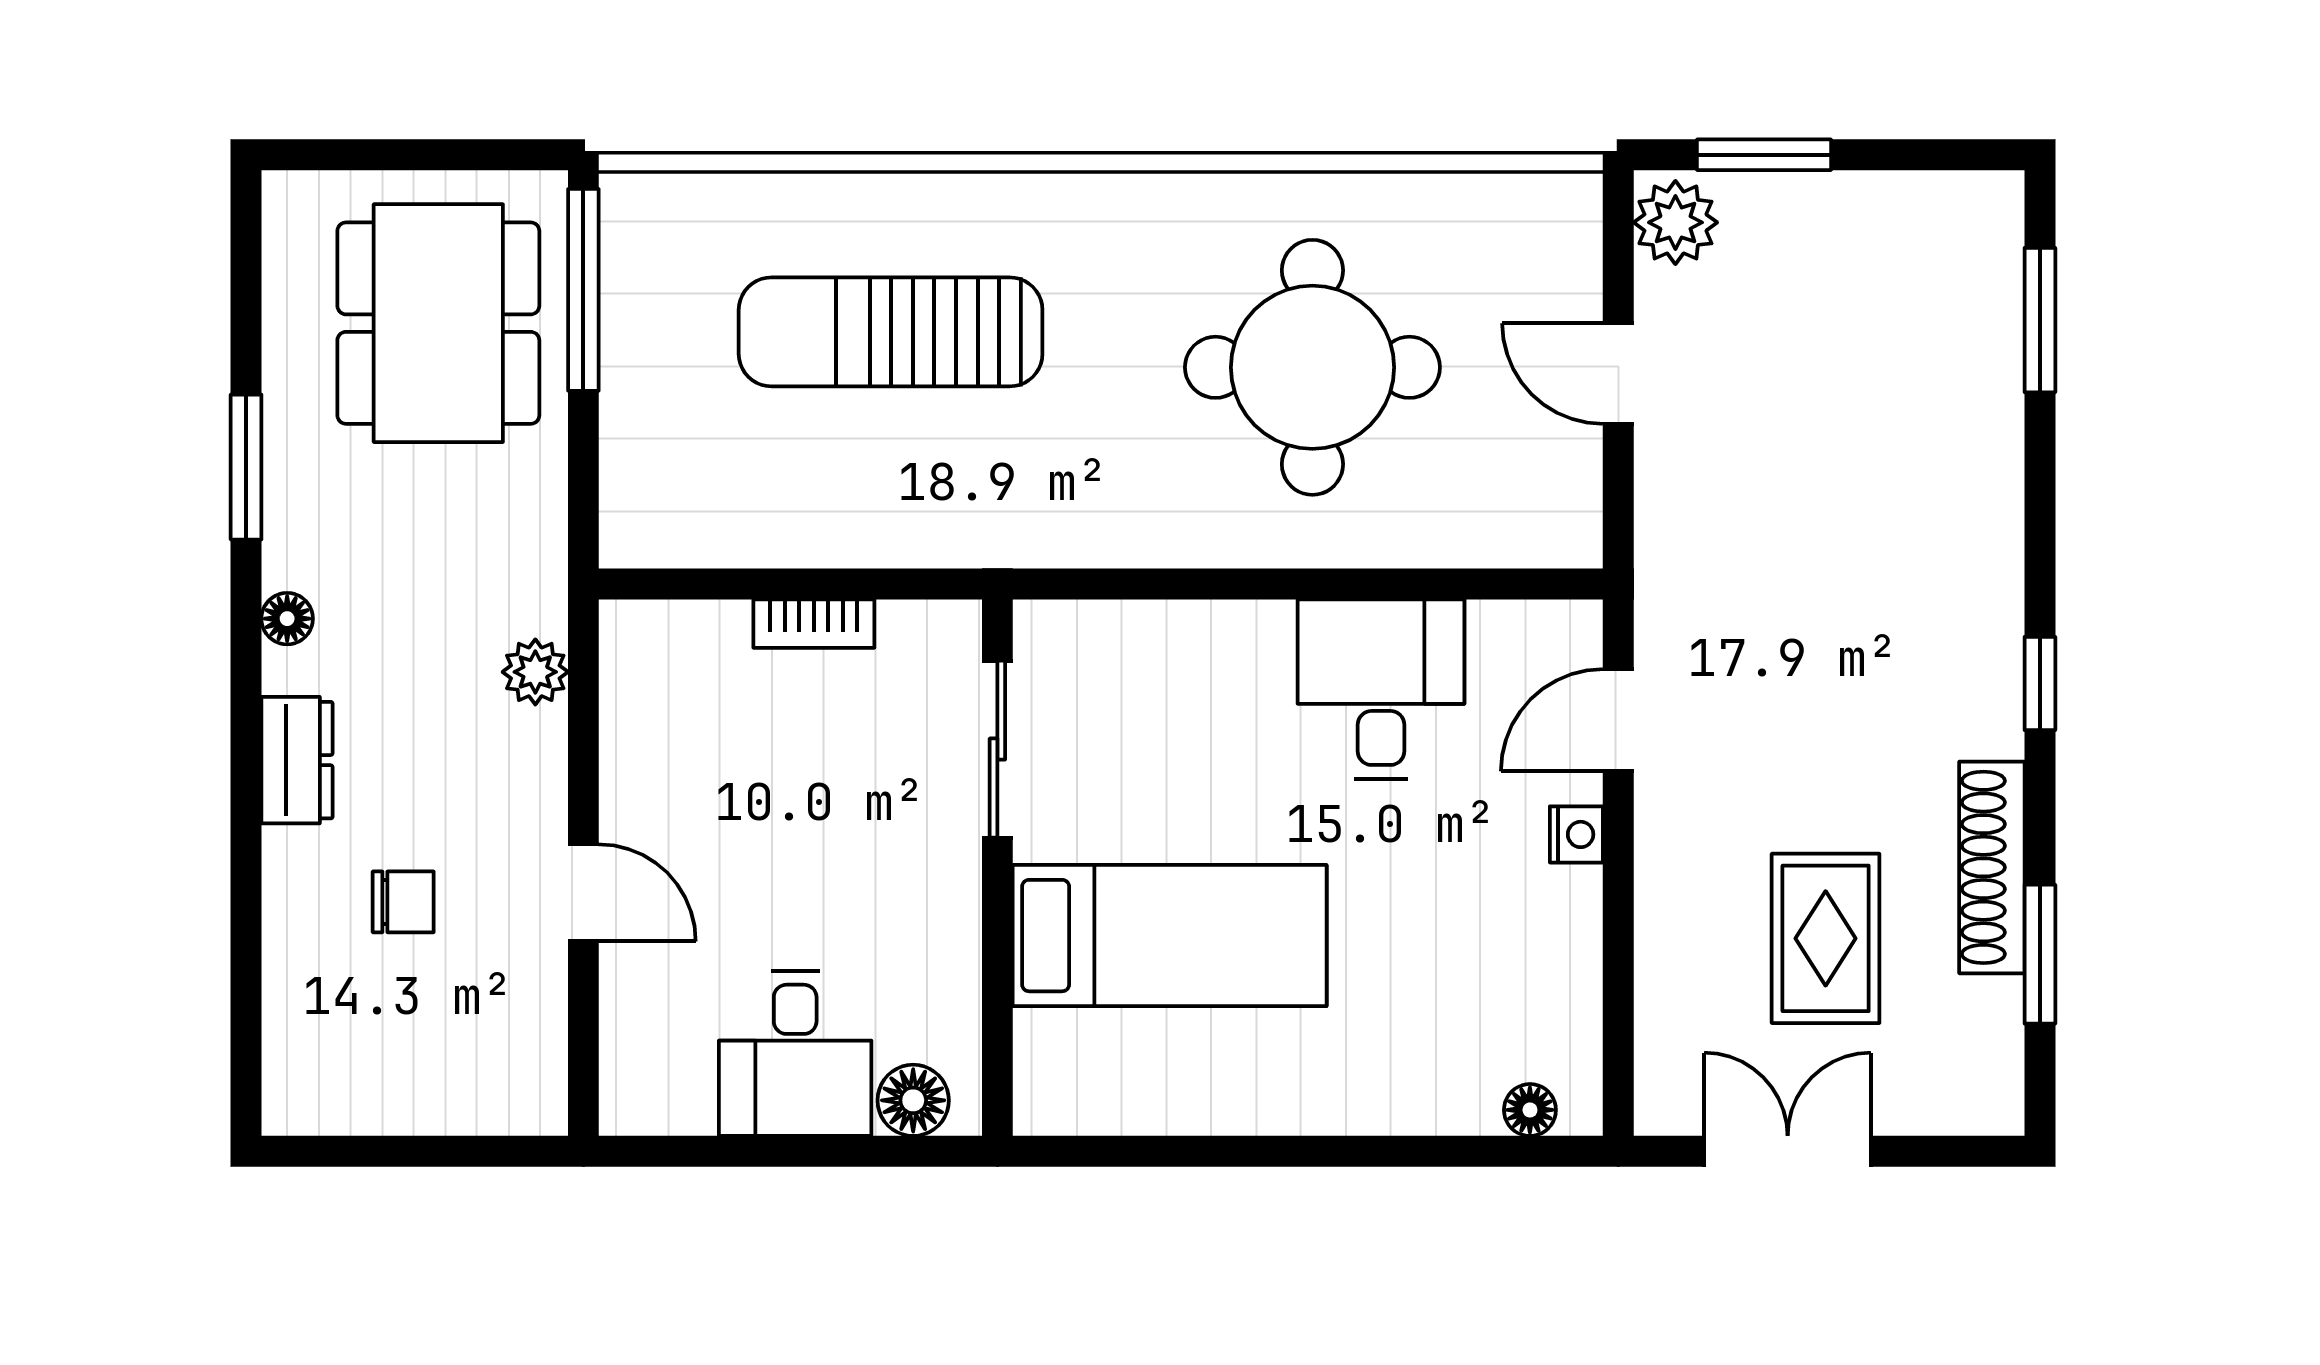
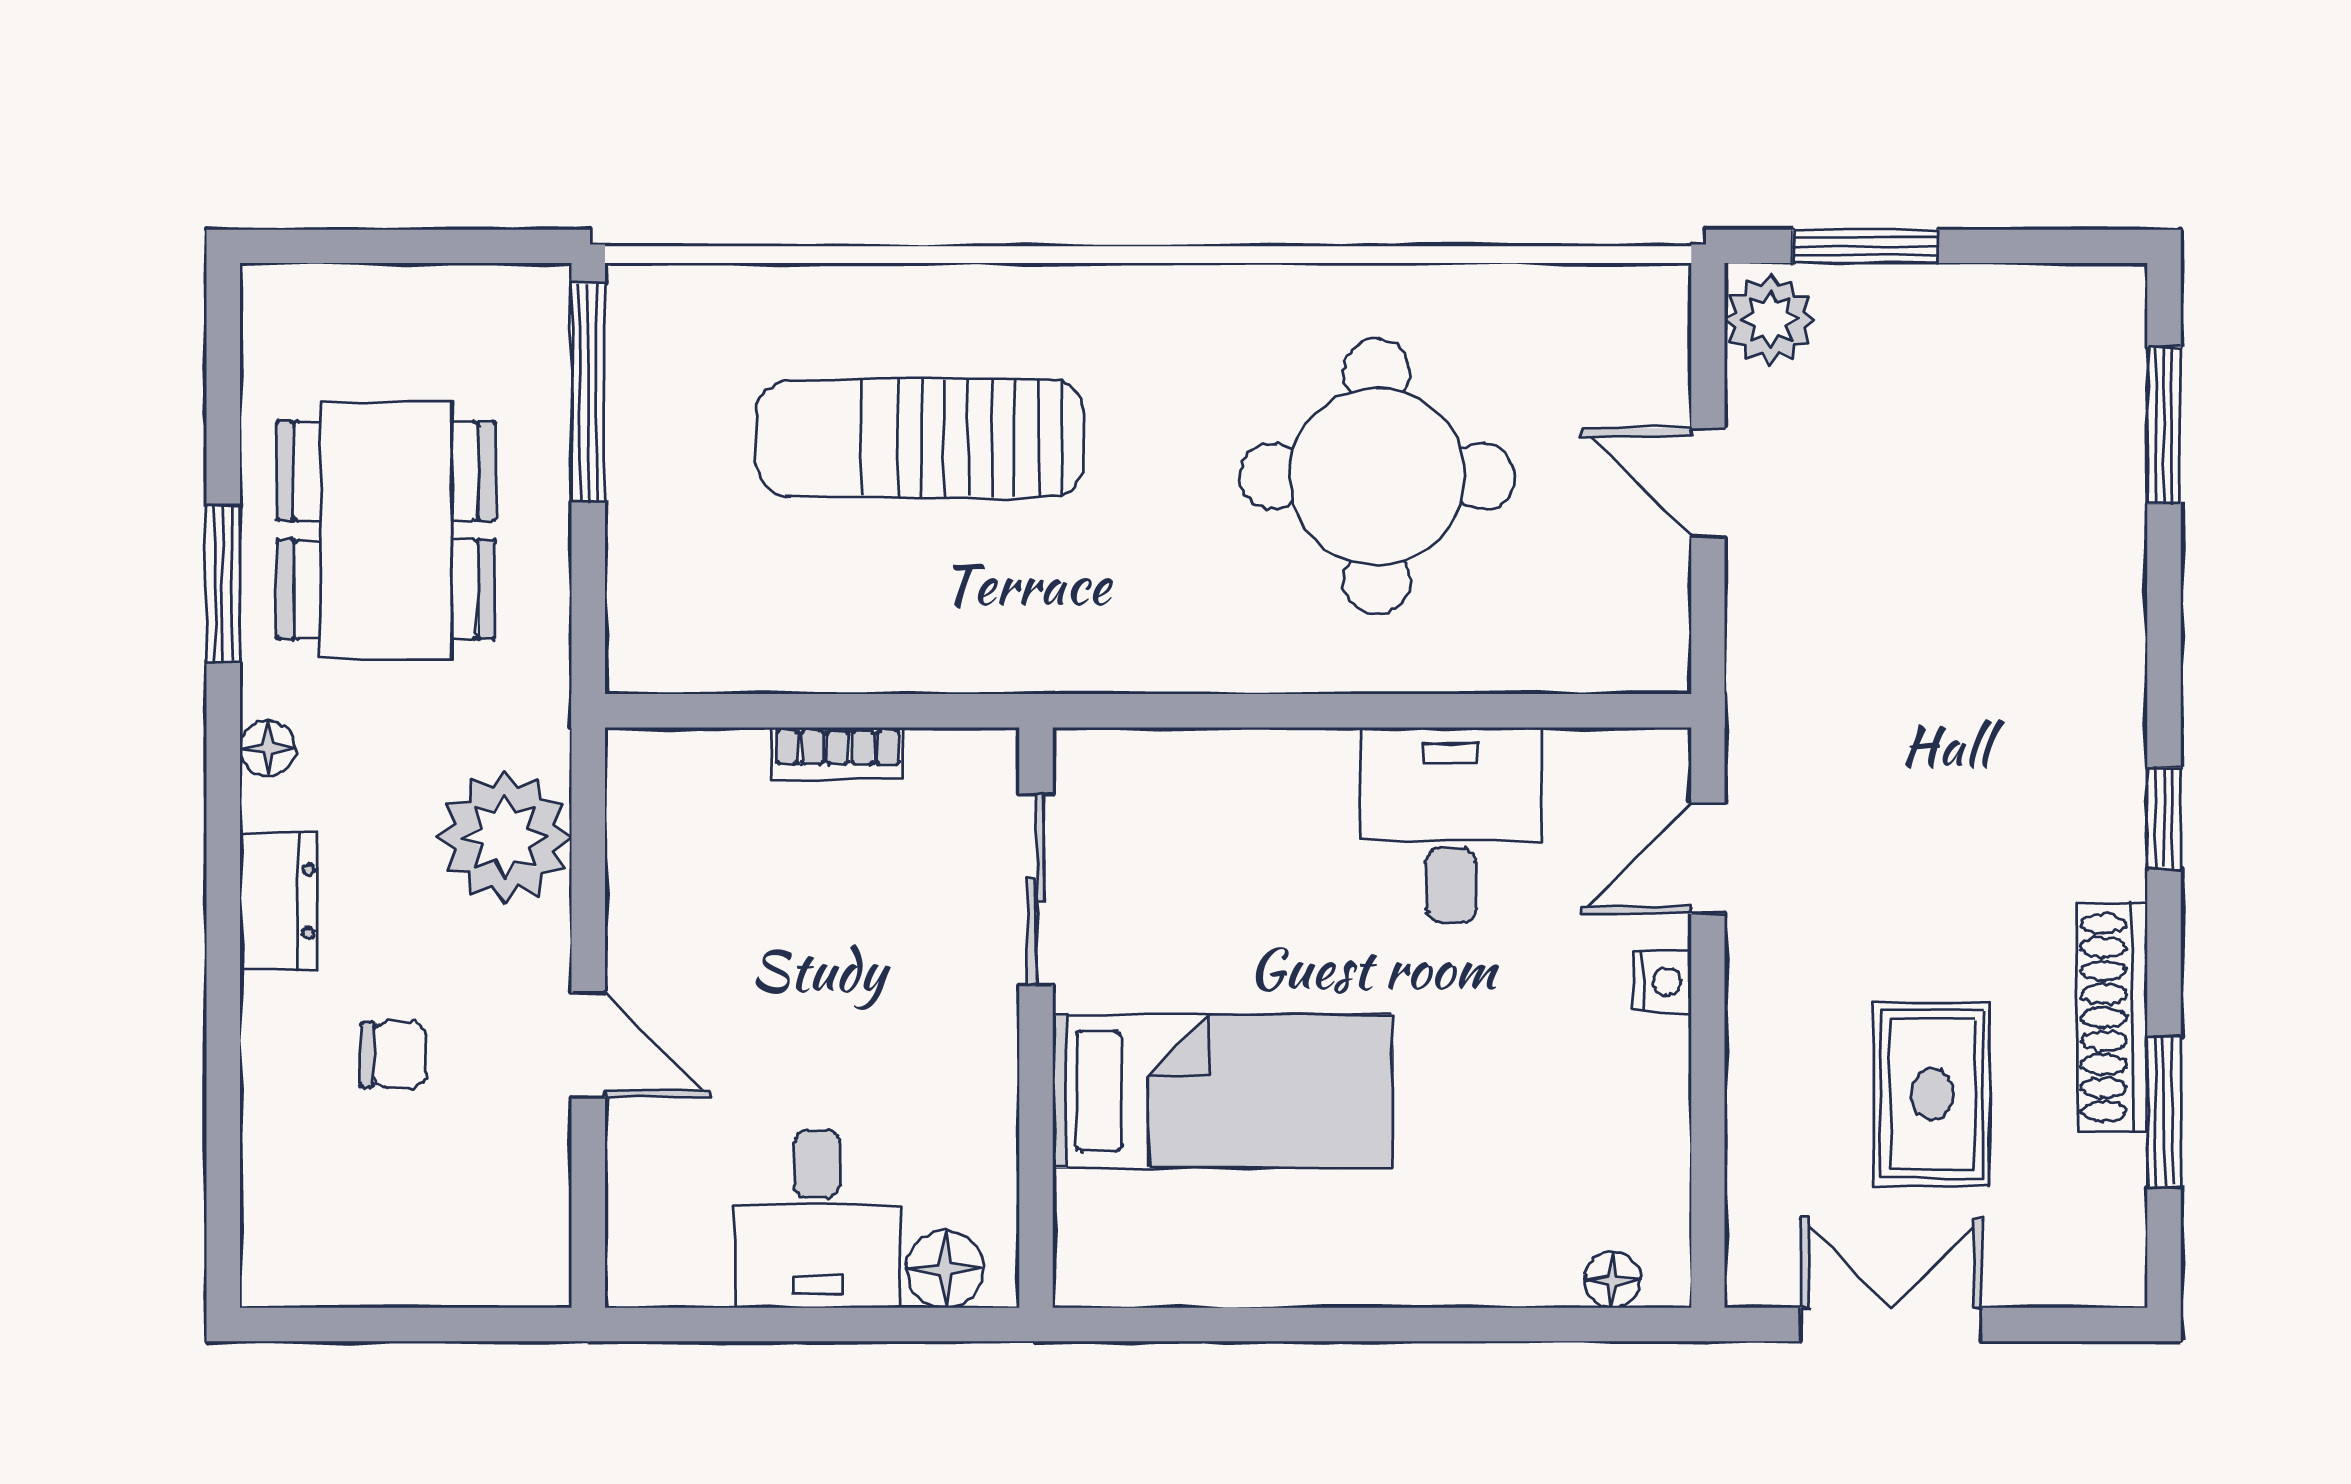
dining table: (438, 323) -> (386, 530), moved
plant: (535, 672) -> (505, 837), width x1.87, depth x1.87

